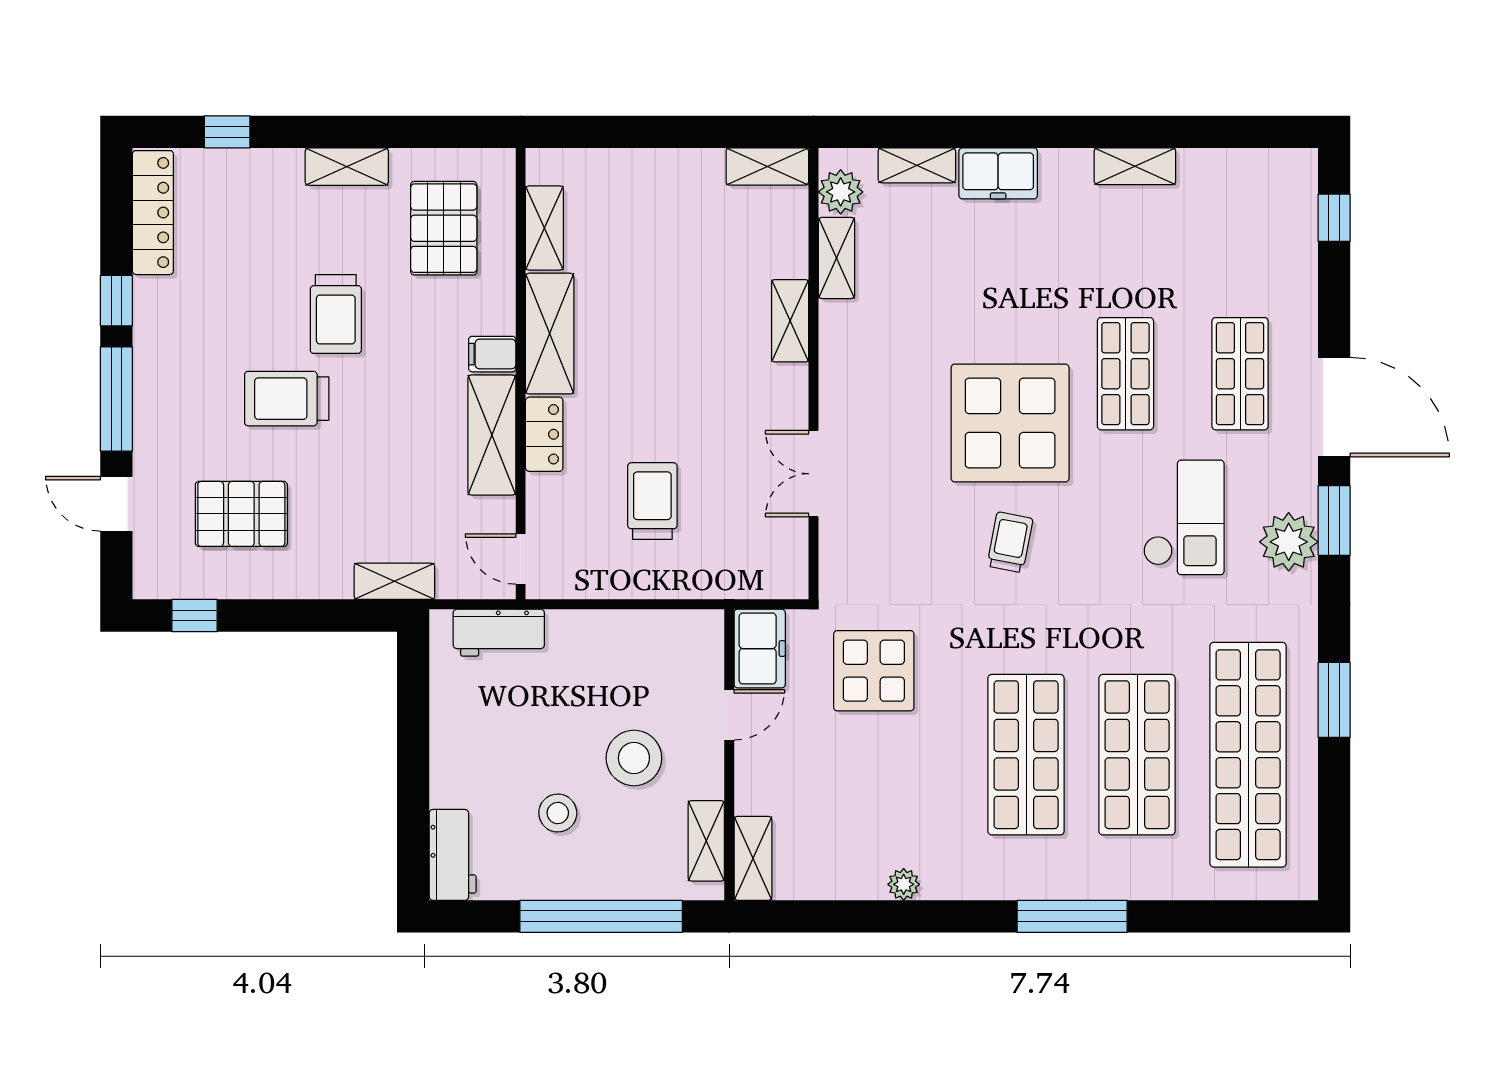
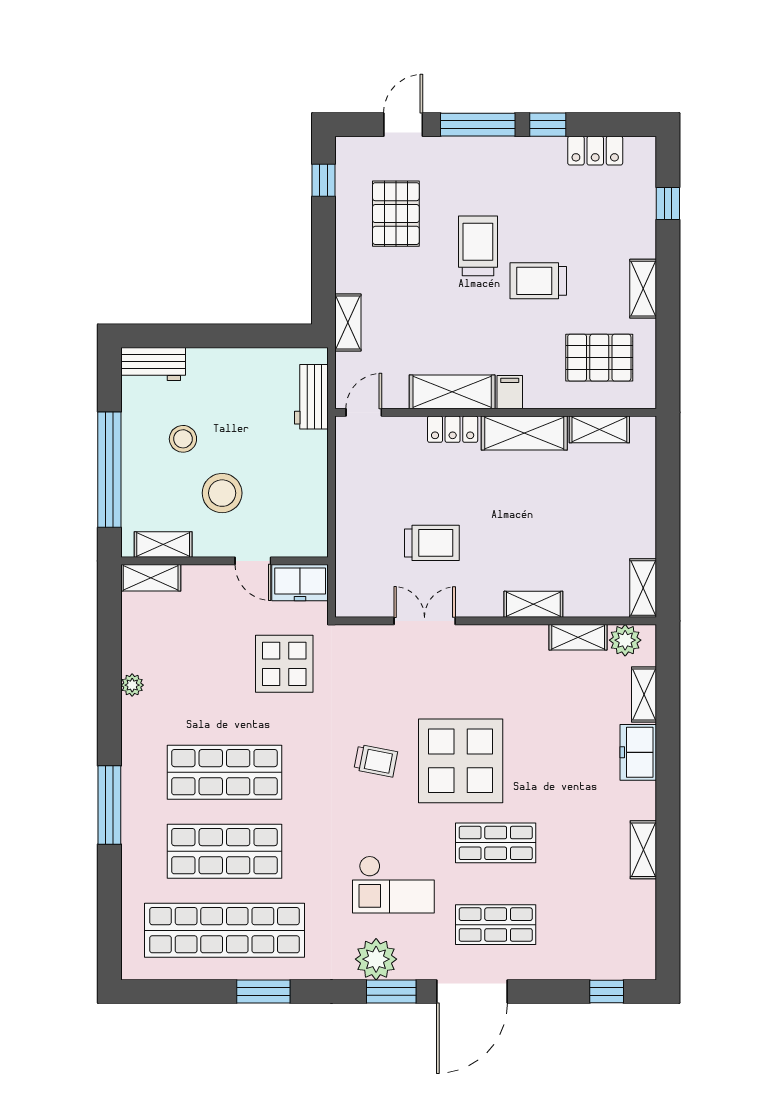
locker: (153, 213) -> (595, 151), width x0.66
trolley: (652, 501) -> (432, 543), moved

